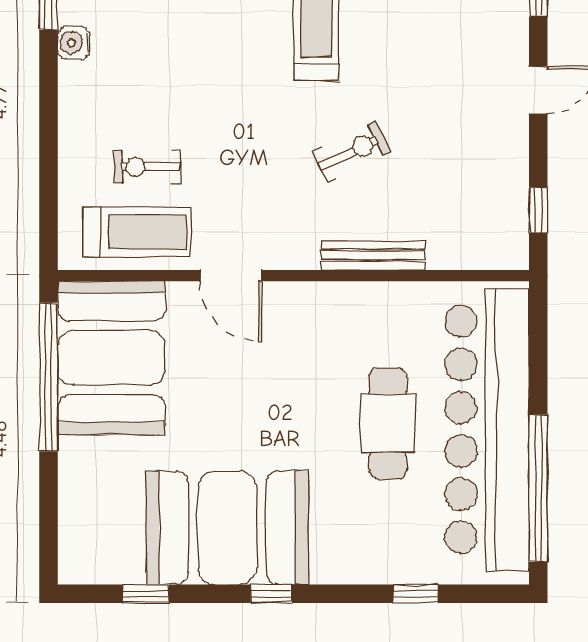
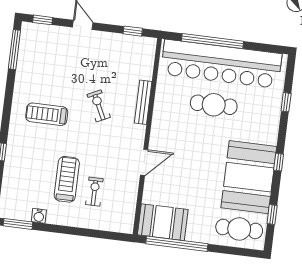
exercise bike: (147, 167) -> (94, 192), turned 180
treadmill: (137, 232) -> (67, 179), moved
booth: (111, 358) -> (163, 222), width x0.73, depth x0.70
window: (538, 488) -> (213, 41), moved
cafe table: (102, 520) -> (239, 229), added

